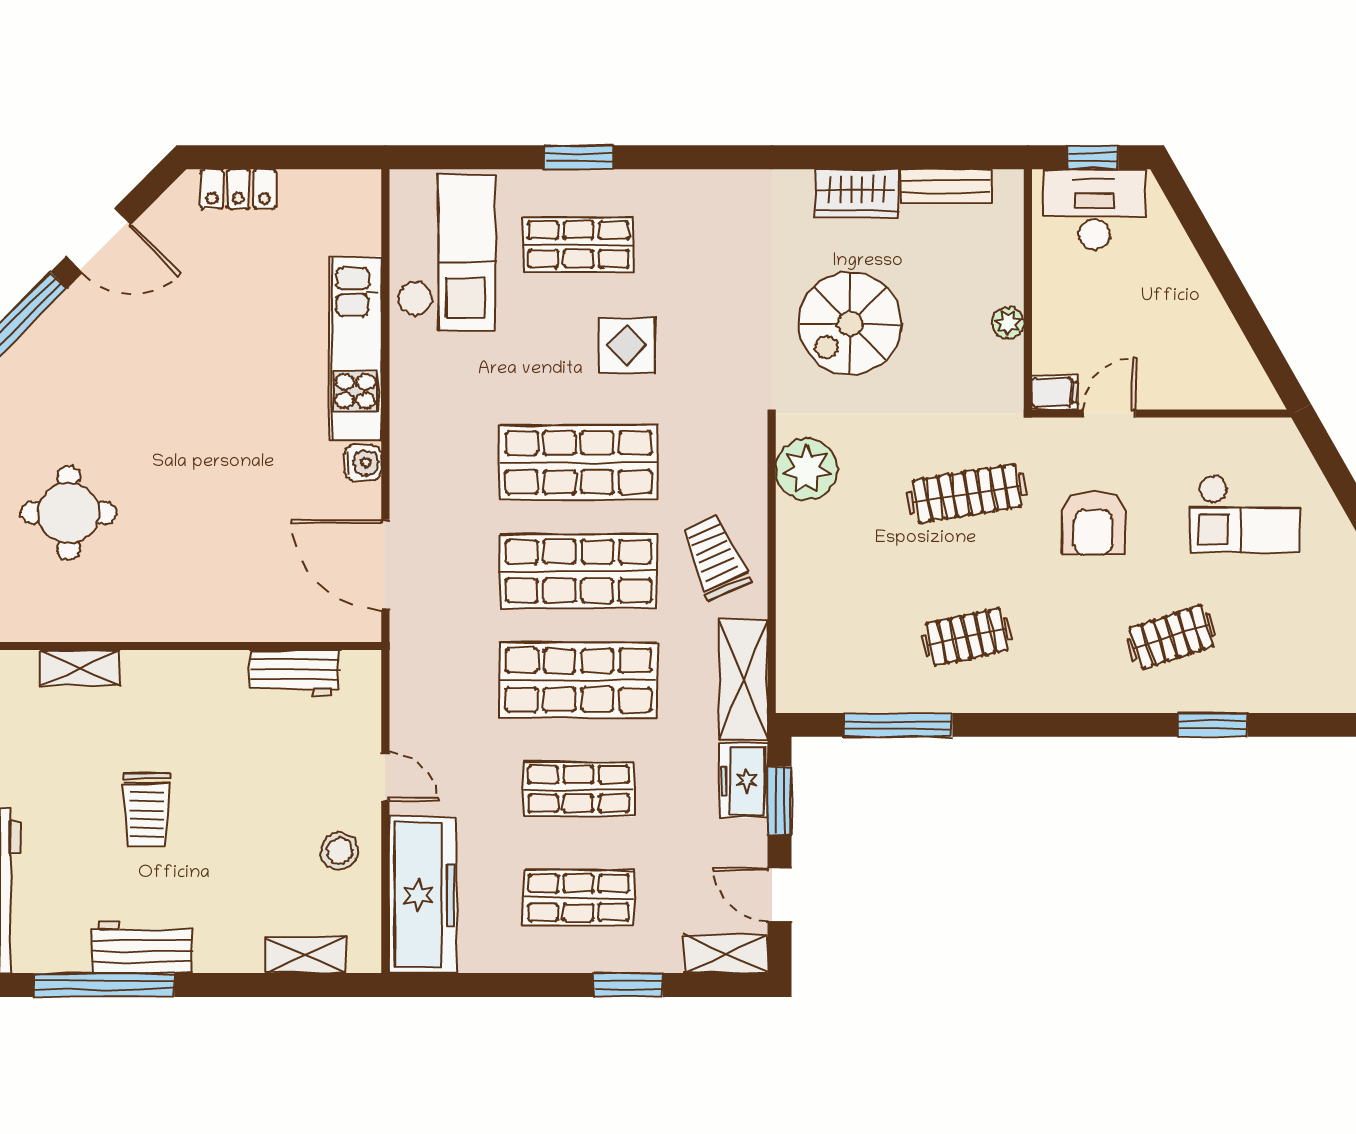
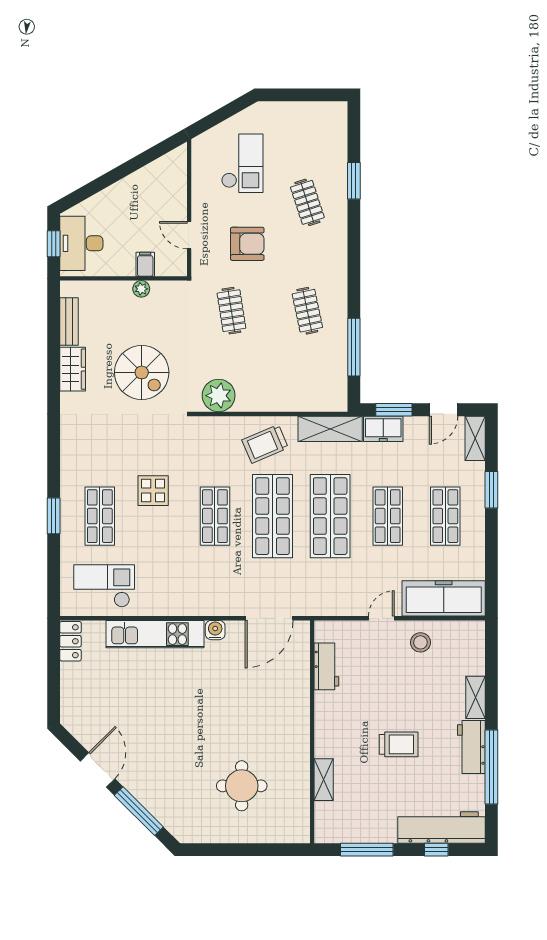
locker: (238, 189) -> (70, 641), moved
checkout: (446, 253) -> (104, 586), width x0.73, depth x0.83
filing cabinet: (1055, 392) -> (145, 264), moved
shop shelf: (578, 462) -> (215, 516), width x0.70, depth x0.74
clothes rail: (967, 493) -> (231, 311), width x0.73
shelving: (306, 955) -> (476, 697), moved

